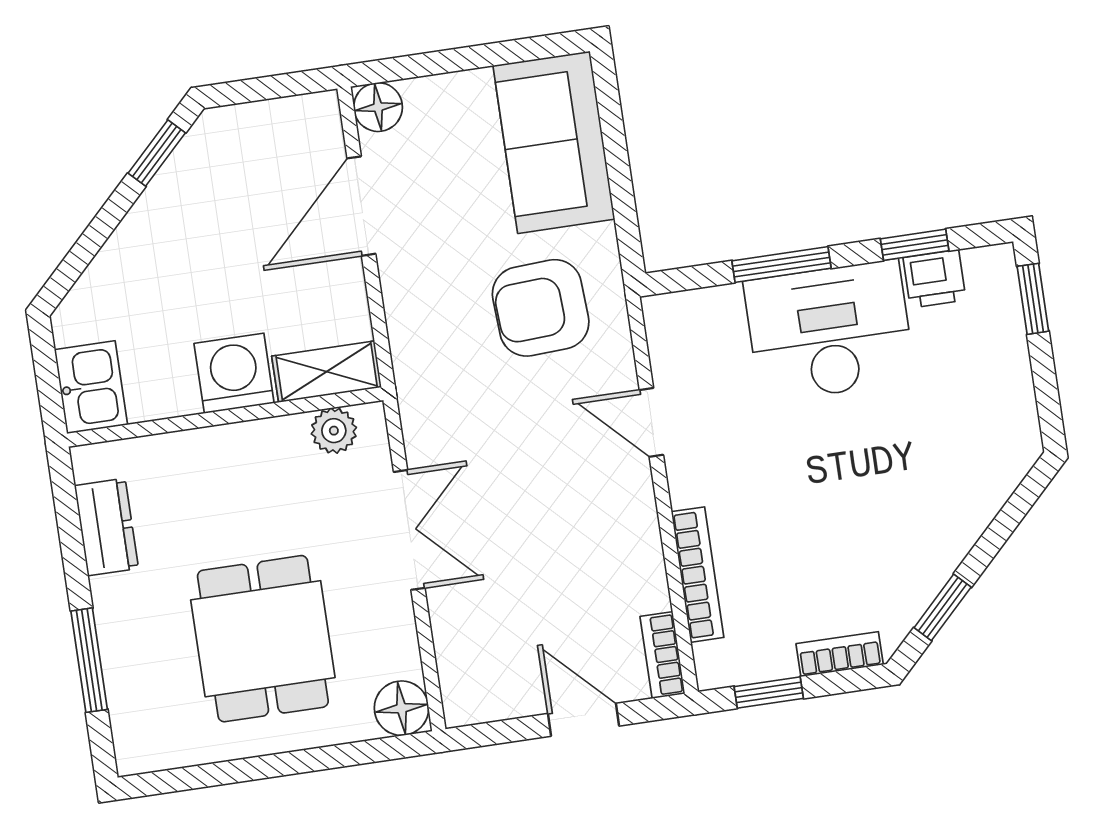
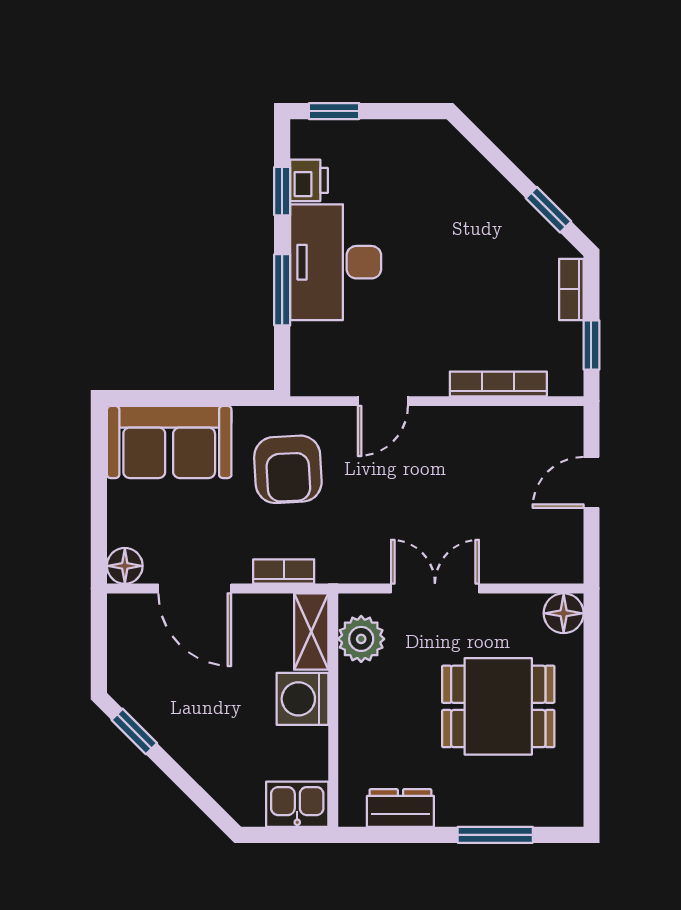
plant: (334, 431) -> (361, 639), width x1.38, depth x1.38
bookcase: (662, 655) -> (284, 572), moved, turned 180

